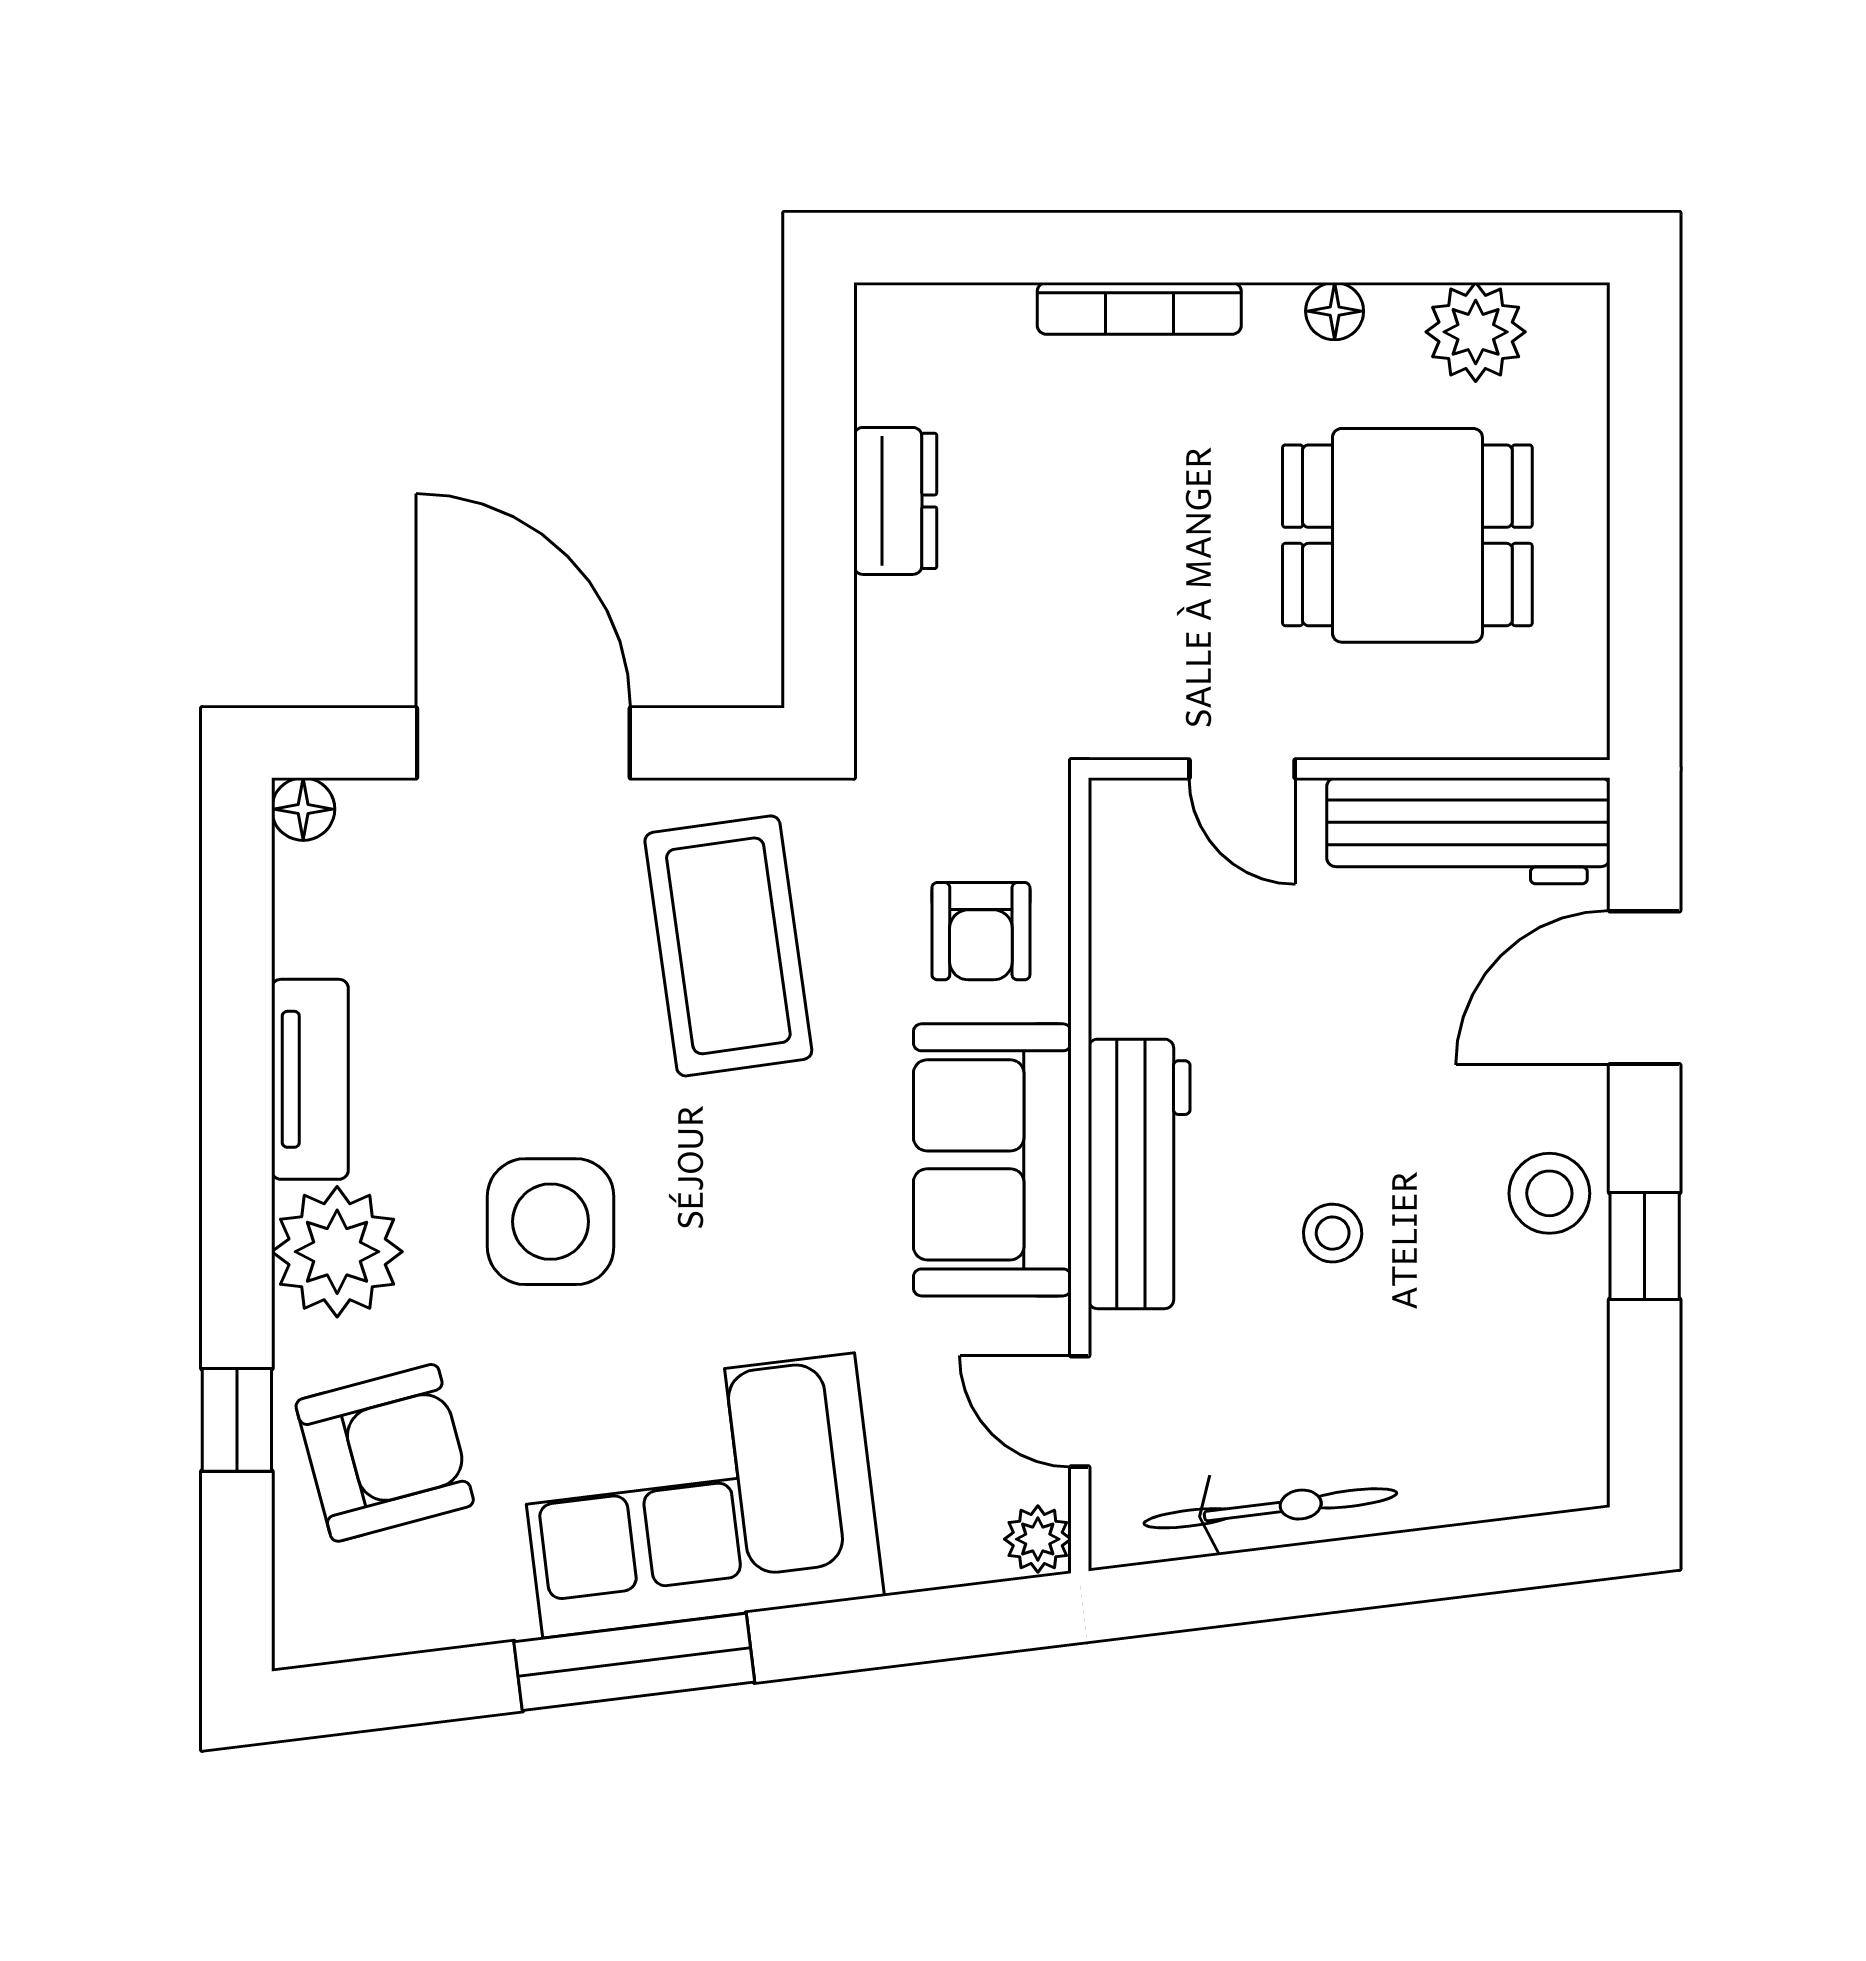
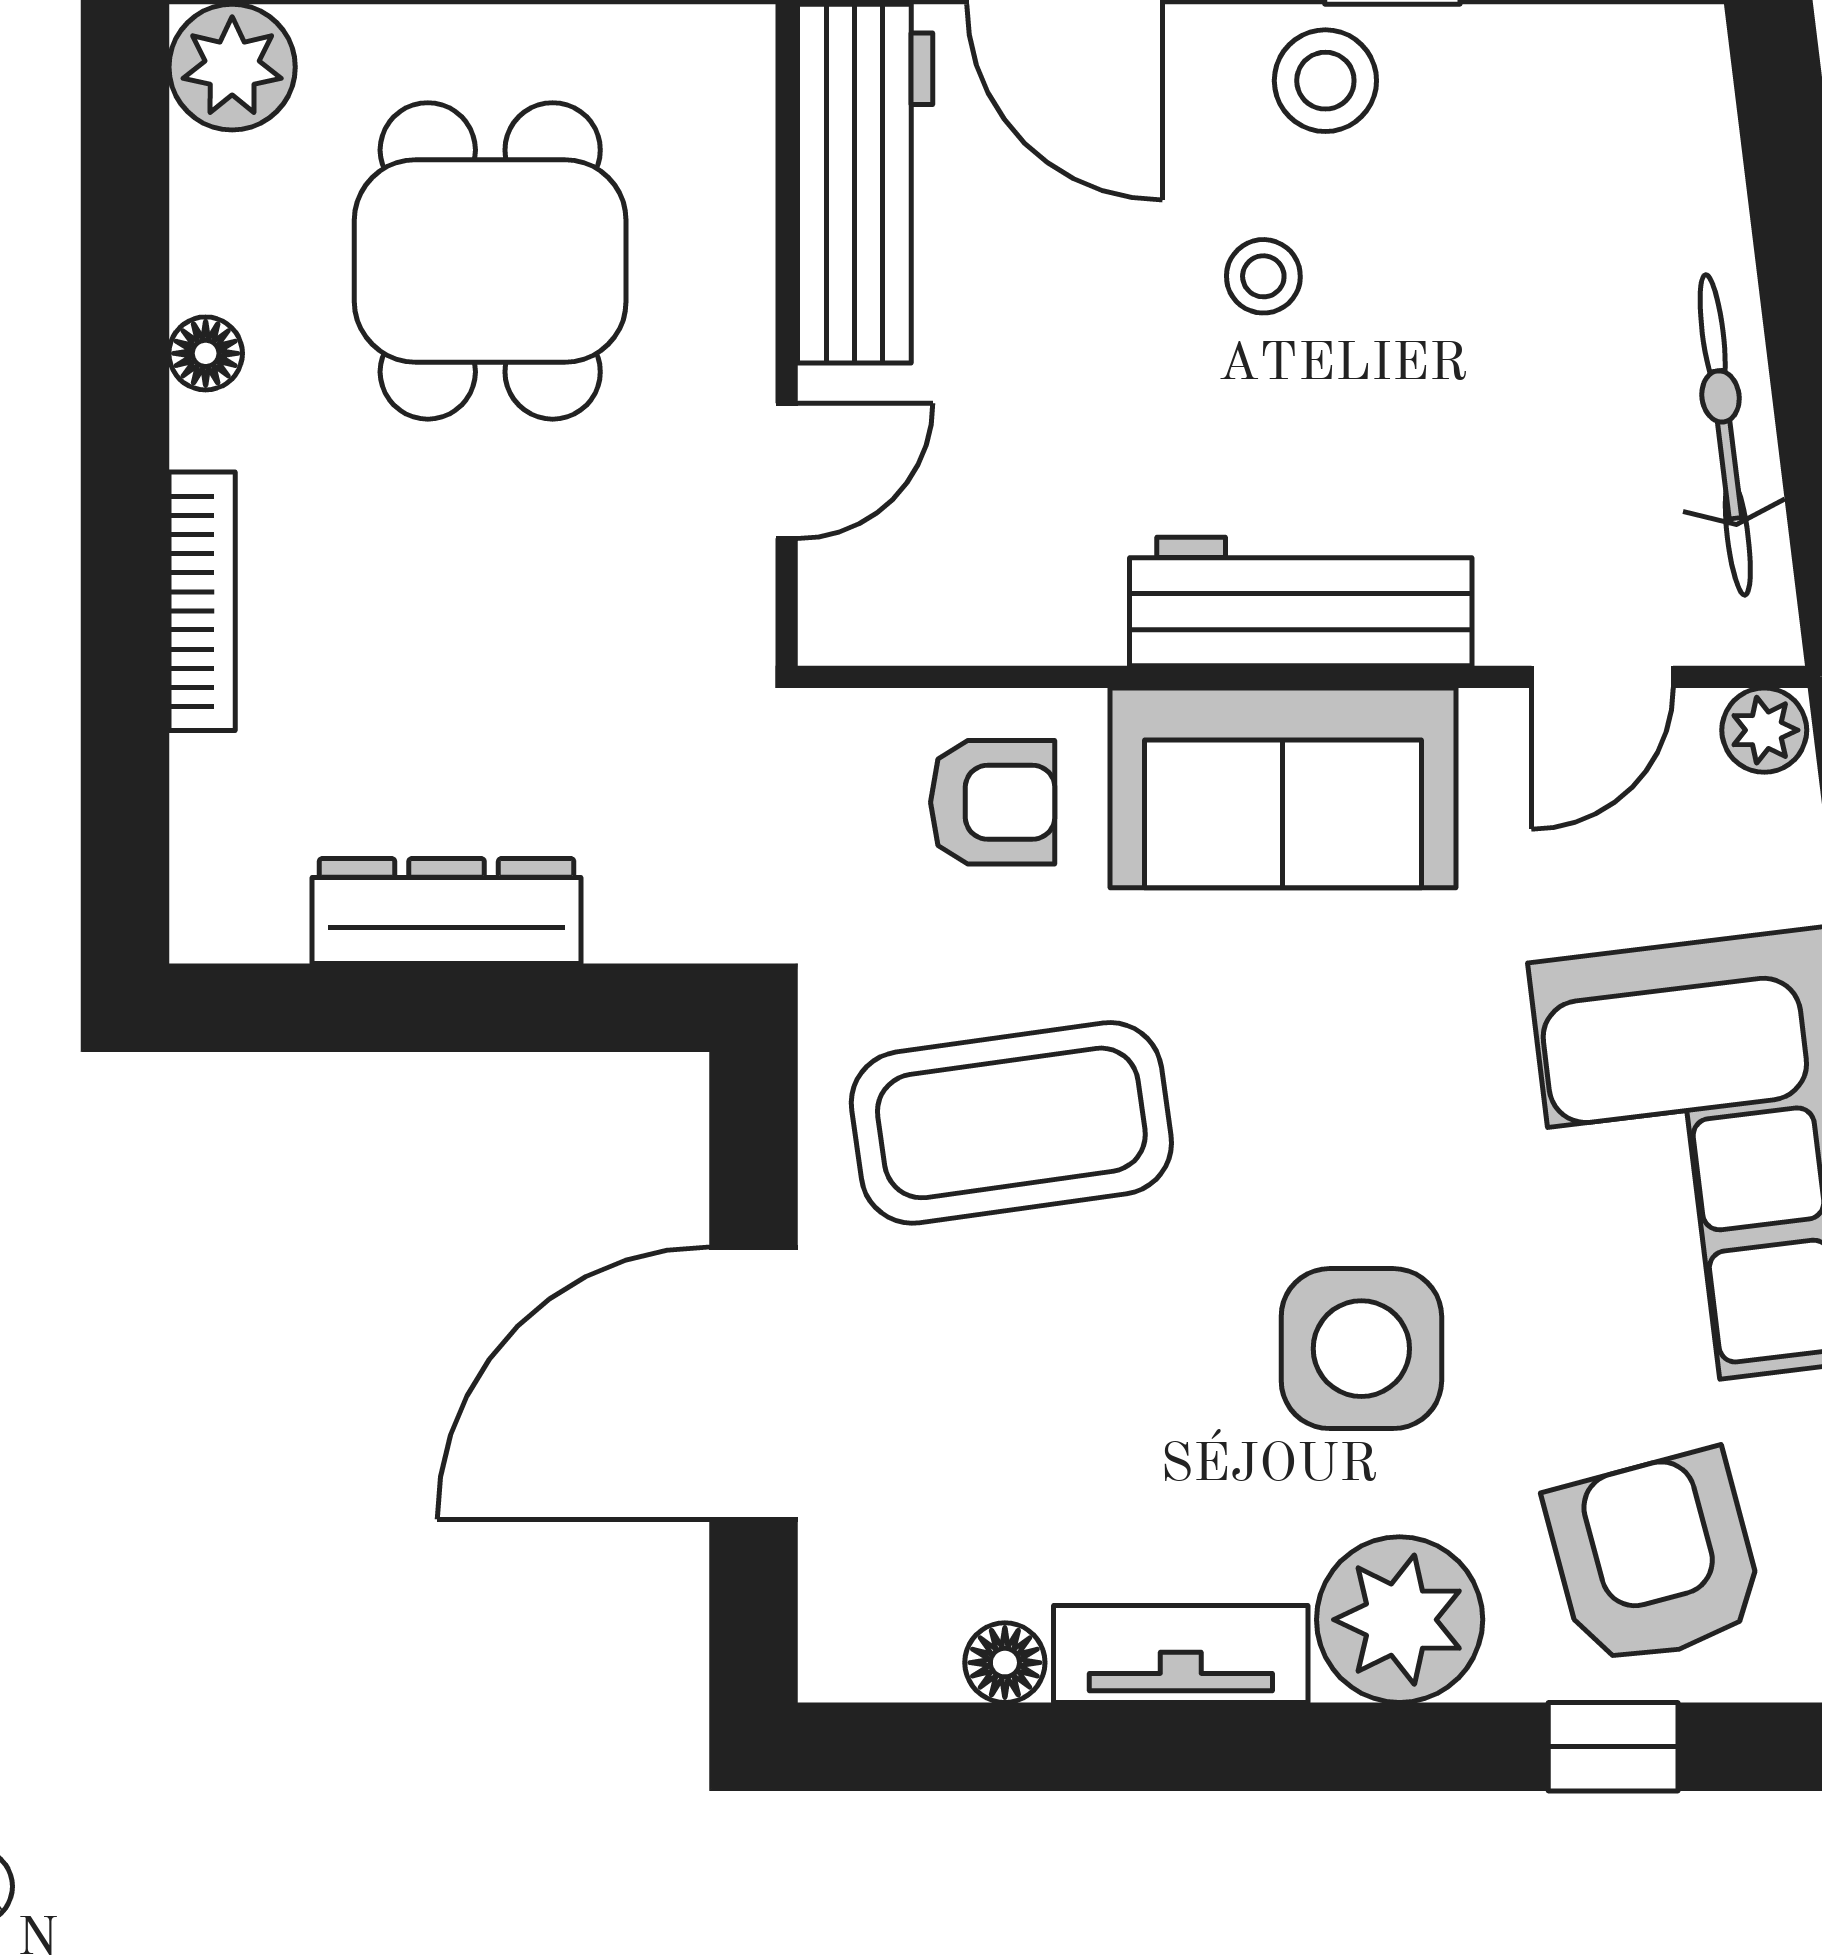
plant: (1476, 332) -> (232, 67), moved
dresser: (895, 501) -> (447, 911), width x1.44
floor lamp: (303, 809) -> (1005, 1663), moved
stool: (1333, 1233) -> (1263, 276), moved

